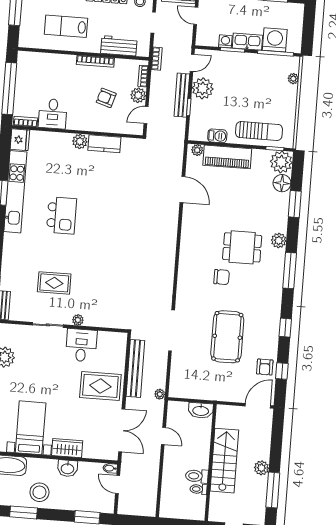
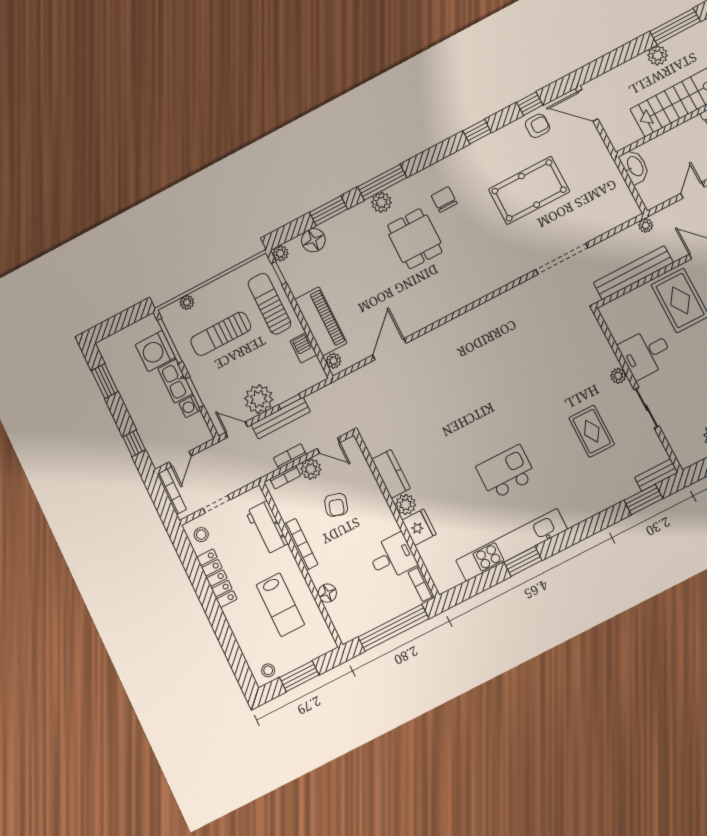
bookcase: (157, 59) -> (290, 456), moved
floor lamp: (55, 60) -> (327, 593), added
sun lounger: (259, 89) -> (221, 334), added
fridge: (20, 140) -> (419, 527), moved, turned 90
plant: (281, 162) -> (280, 253), width x0.53, depth x0.53
window: (290, 271) -> (382, 182), moved
chair: (222, 277) -> (444, 200), moved

